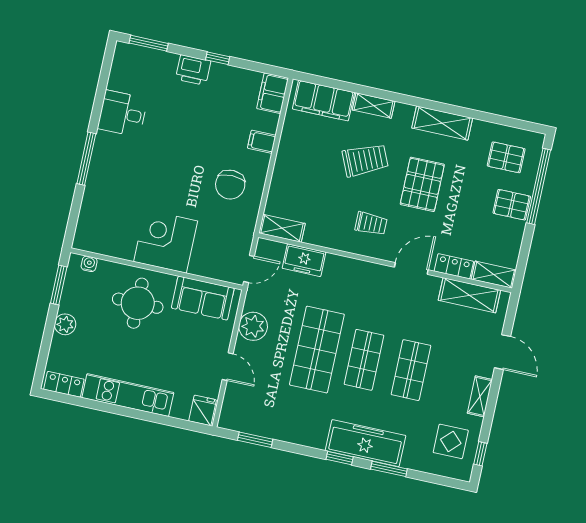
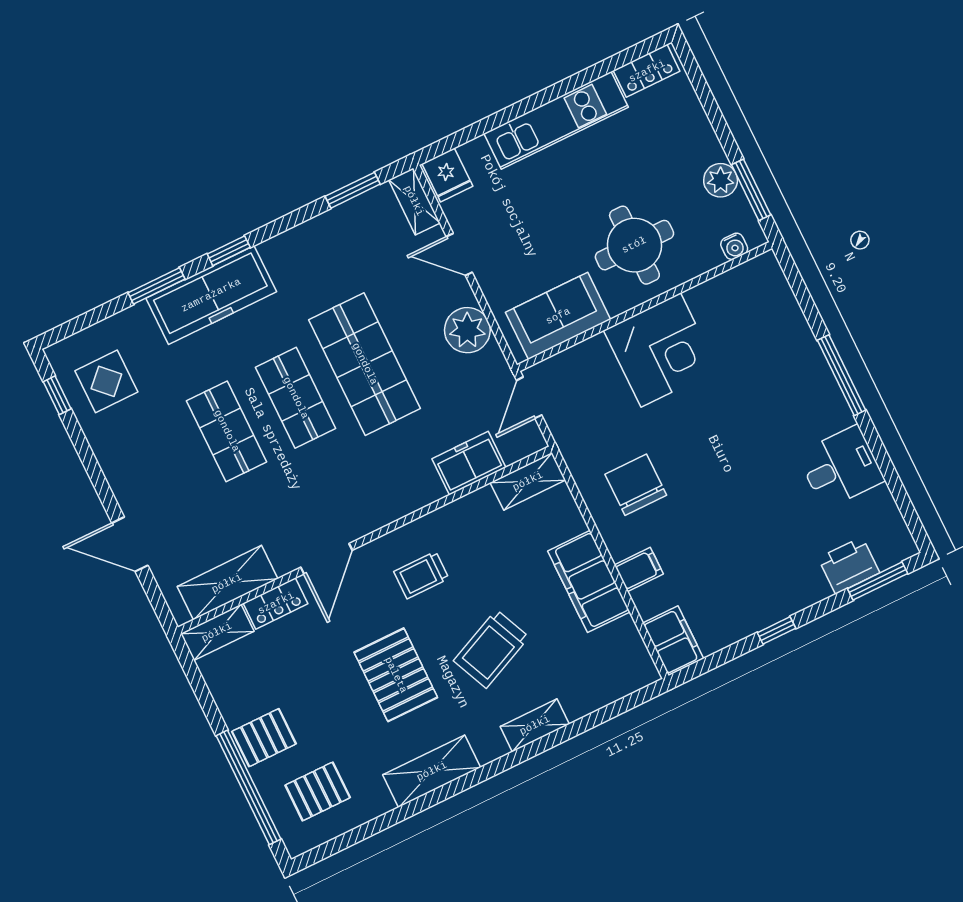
printer: (193, 70) -> (849, 565), moved
filing cabinet: (323, 101) -> (589, 581), moved, turned -90
plant: (65, 324) -> (721, 180), moved
shelving: (480, 396) -> (414, 201), moved

